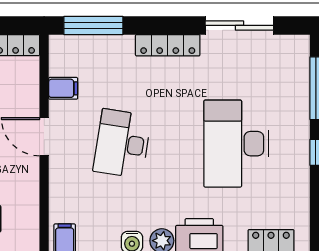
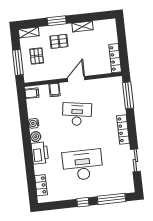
sliding door: (239, 25) -> (135, 160), width x0.73
filing cabinet: (63, 88) -> (55, 90), moved

